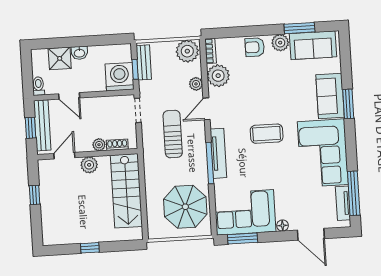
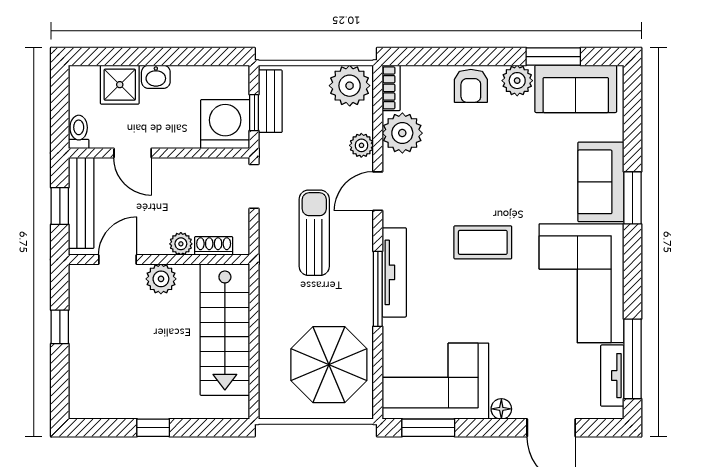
armchair: (255, 47) -> (471, 86), turned -90

